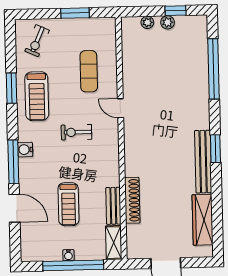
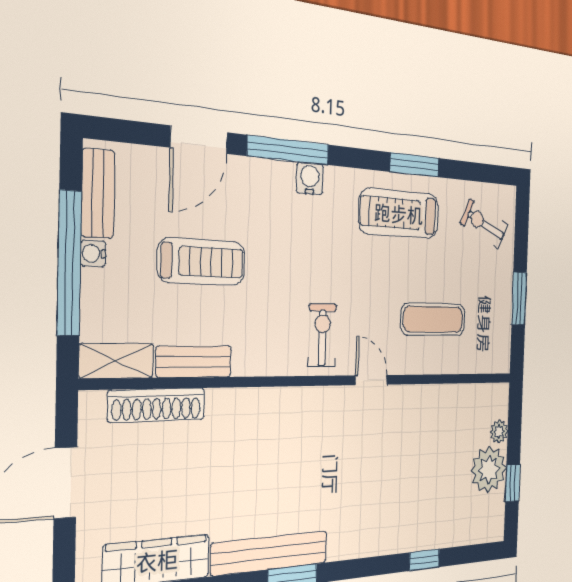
plant: (167, 22) -> (489, 469), width x1.87, depth x1.87
window: (213, 69) -> (424, 560), width x0.32
door: (120, 108) -> (371, 380), hinge flipped
exercise bike: (76, 132) -> (322, 335), moved
shoe rack: (132, 200) -> (157, 405), moved
treadmill: (68, 204) -> (202, 262), turned 180
bench: (43, 254) -> (98, 193), added

